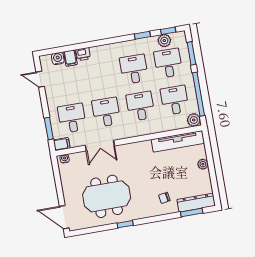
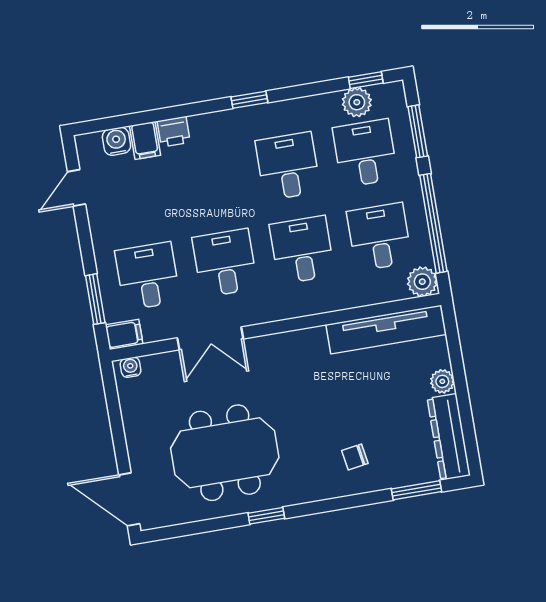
window: (142, 35) -> (249, 100), moved
door: (40, 79) -> (76, 188), hinge flipped
dresser: (196, 203) -> (449, 437), moved, turned -90

